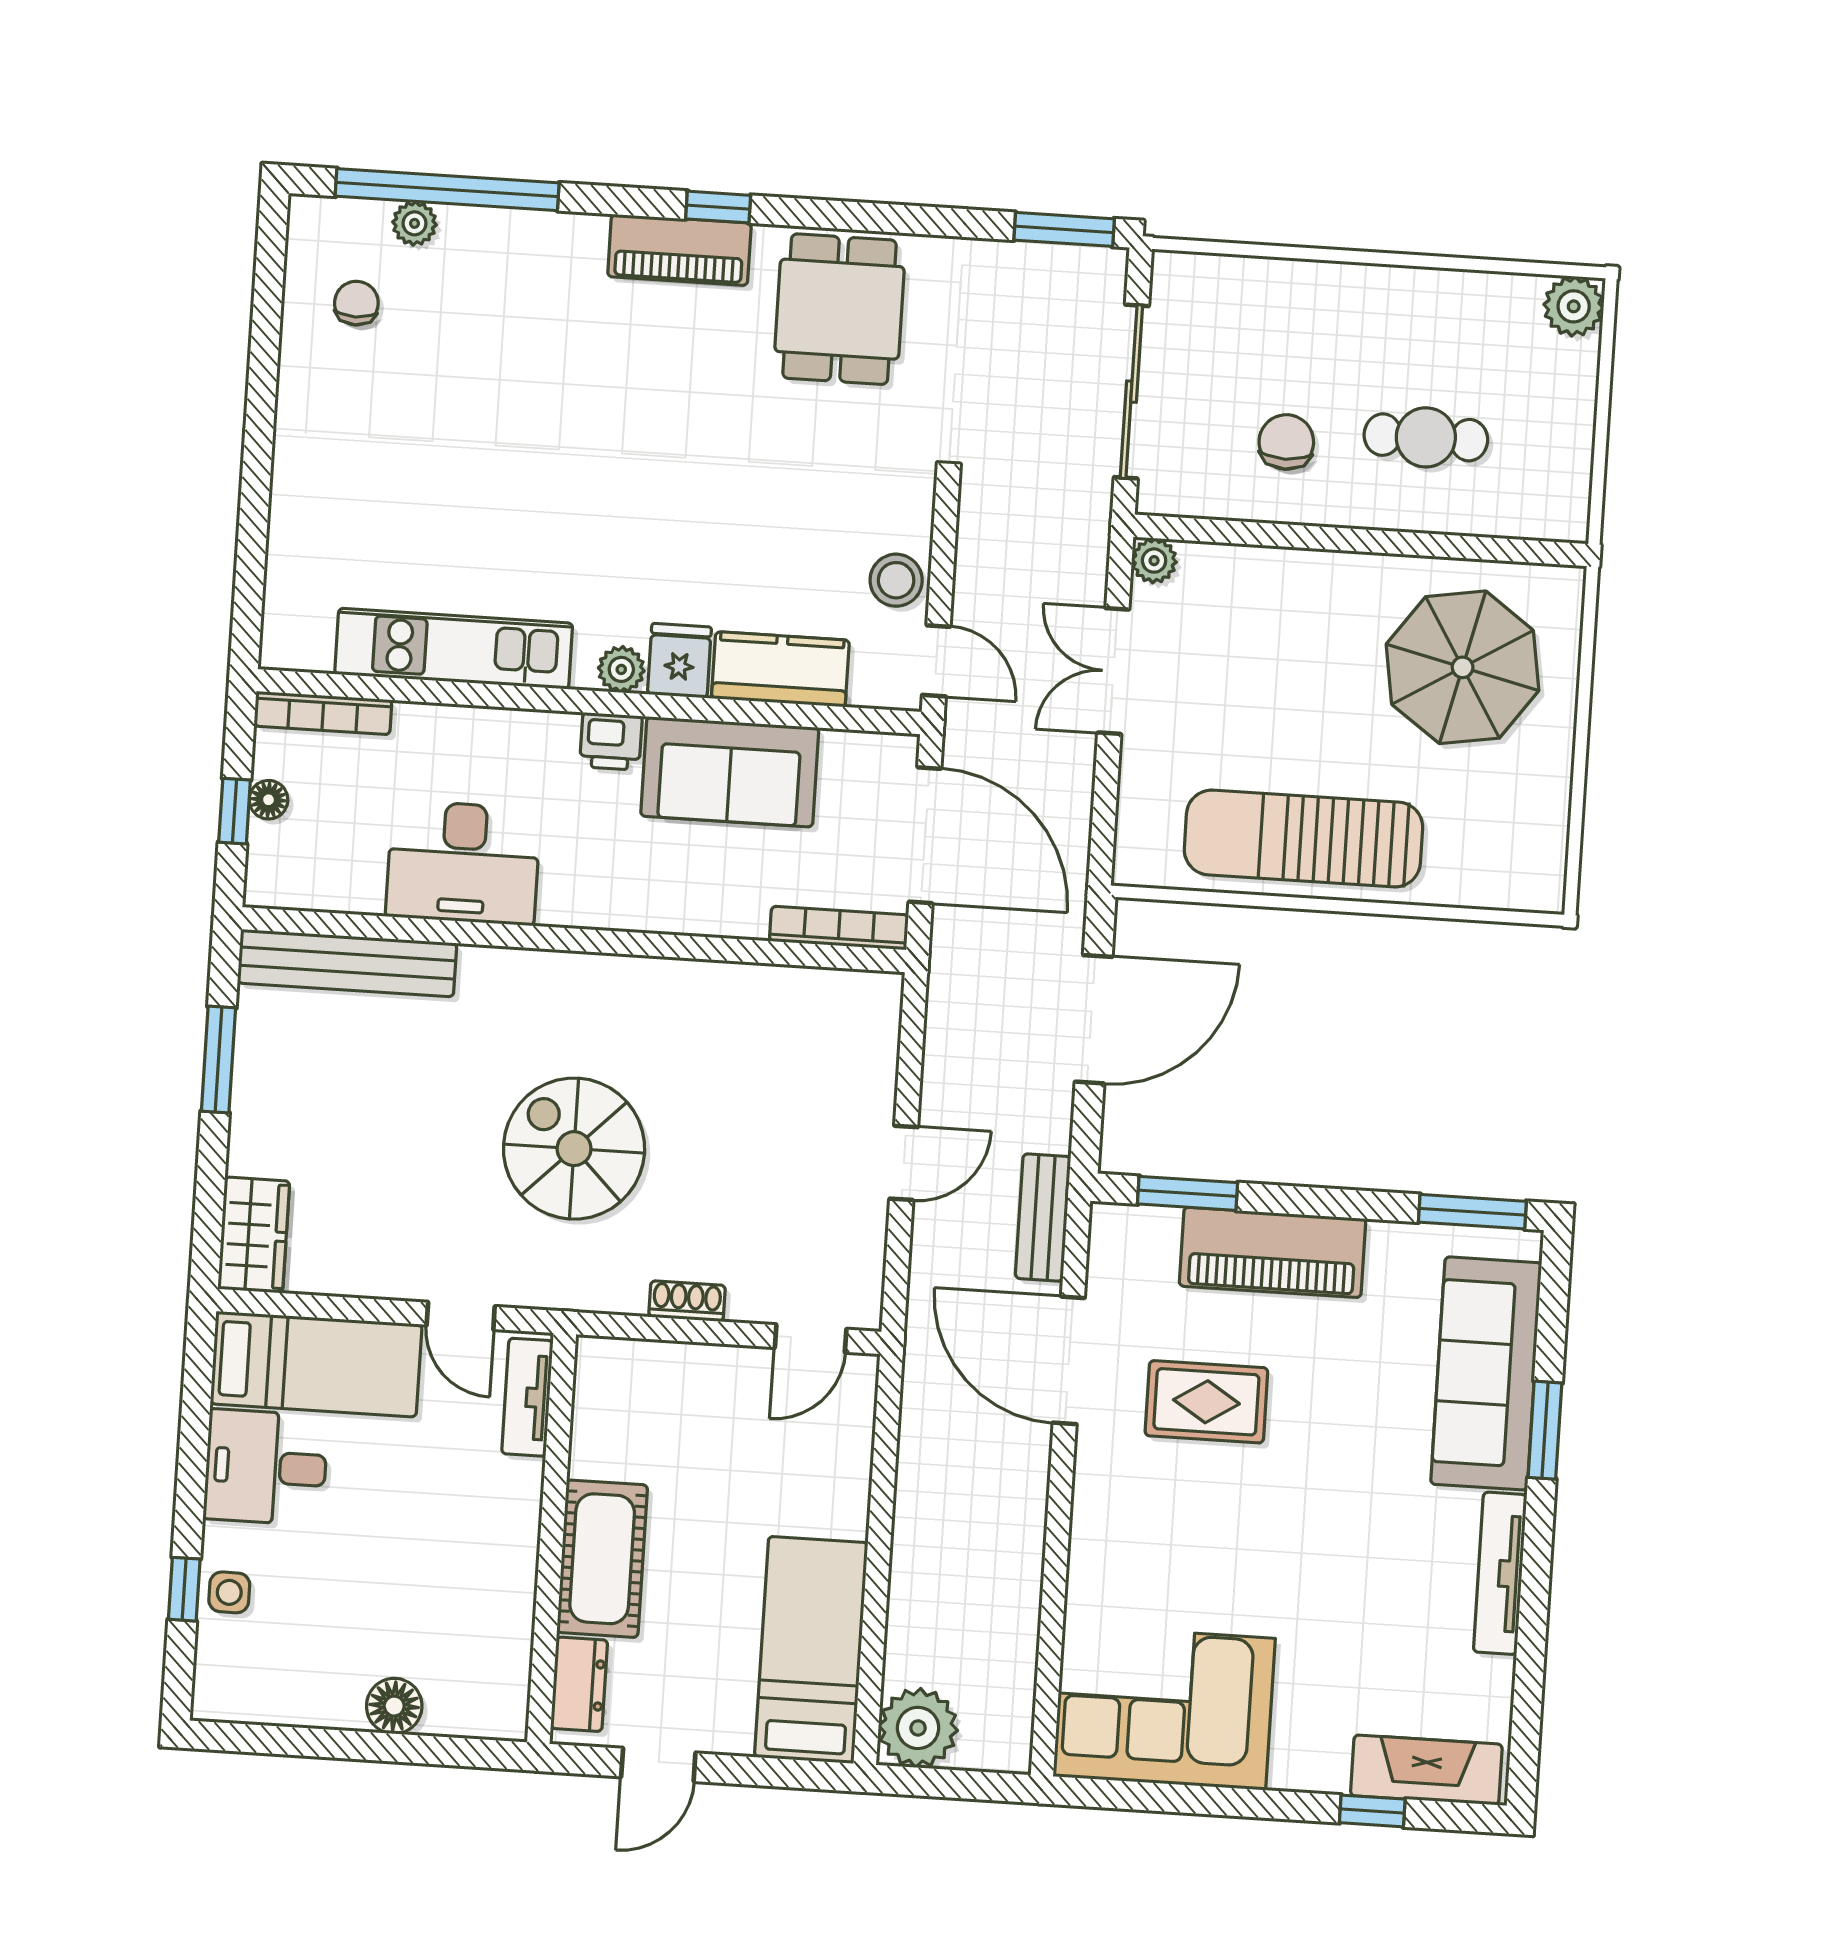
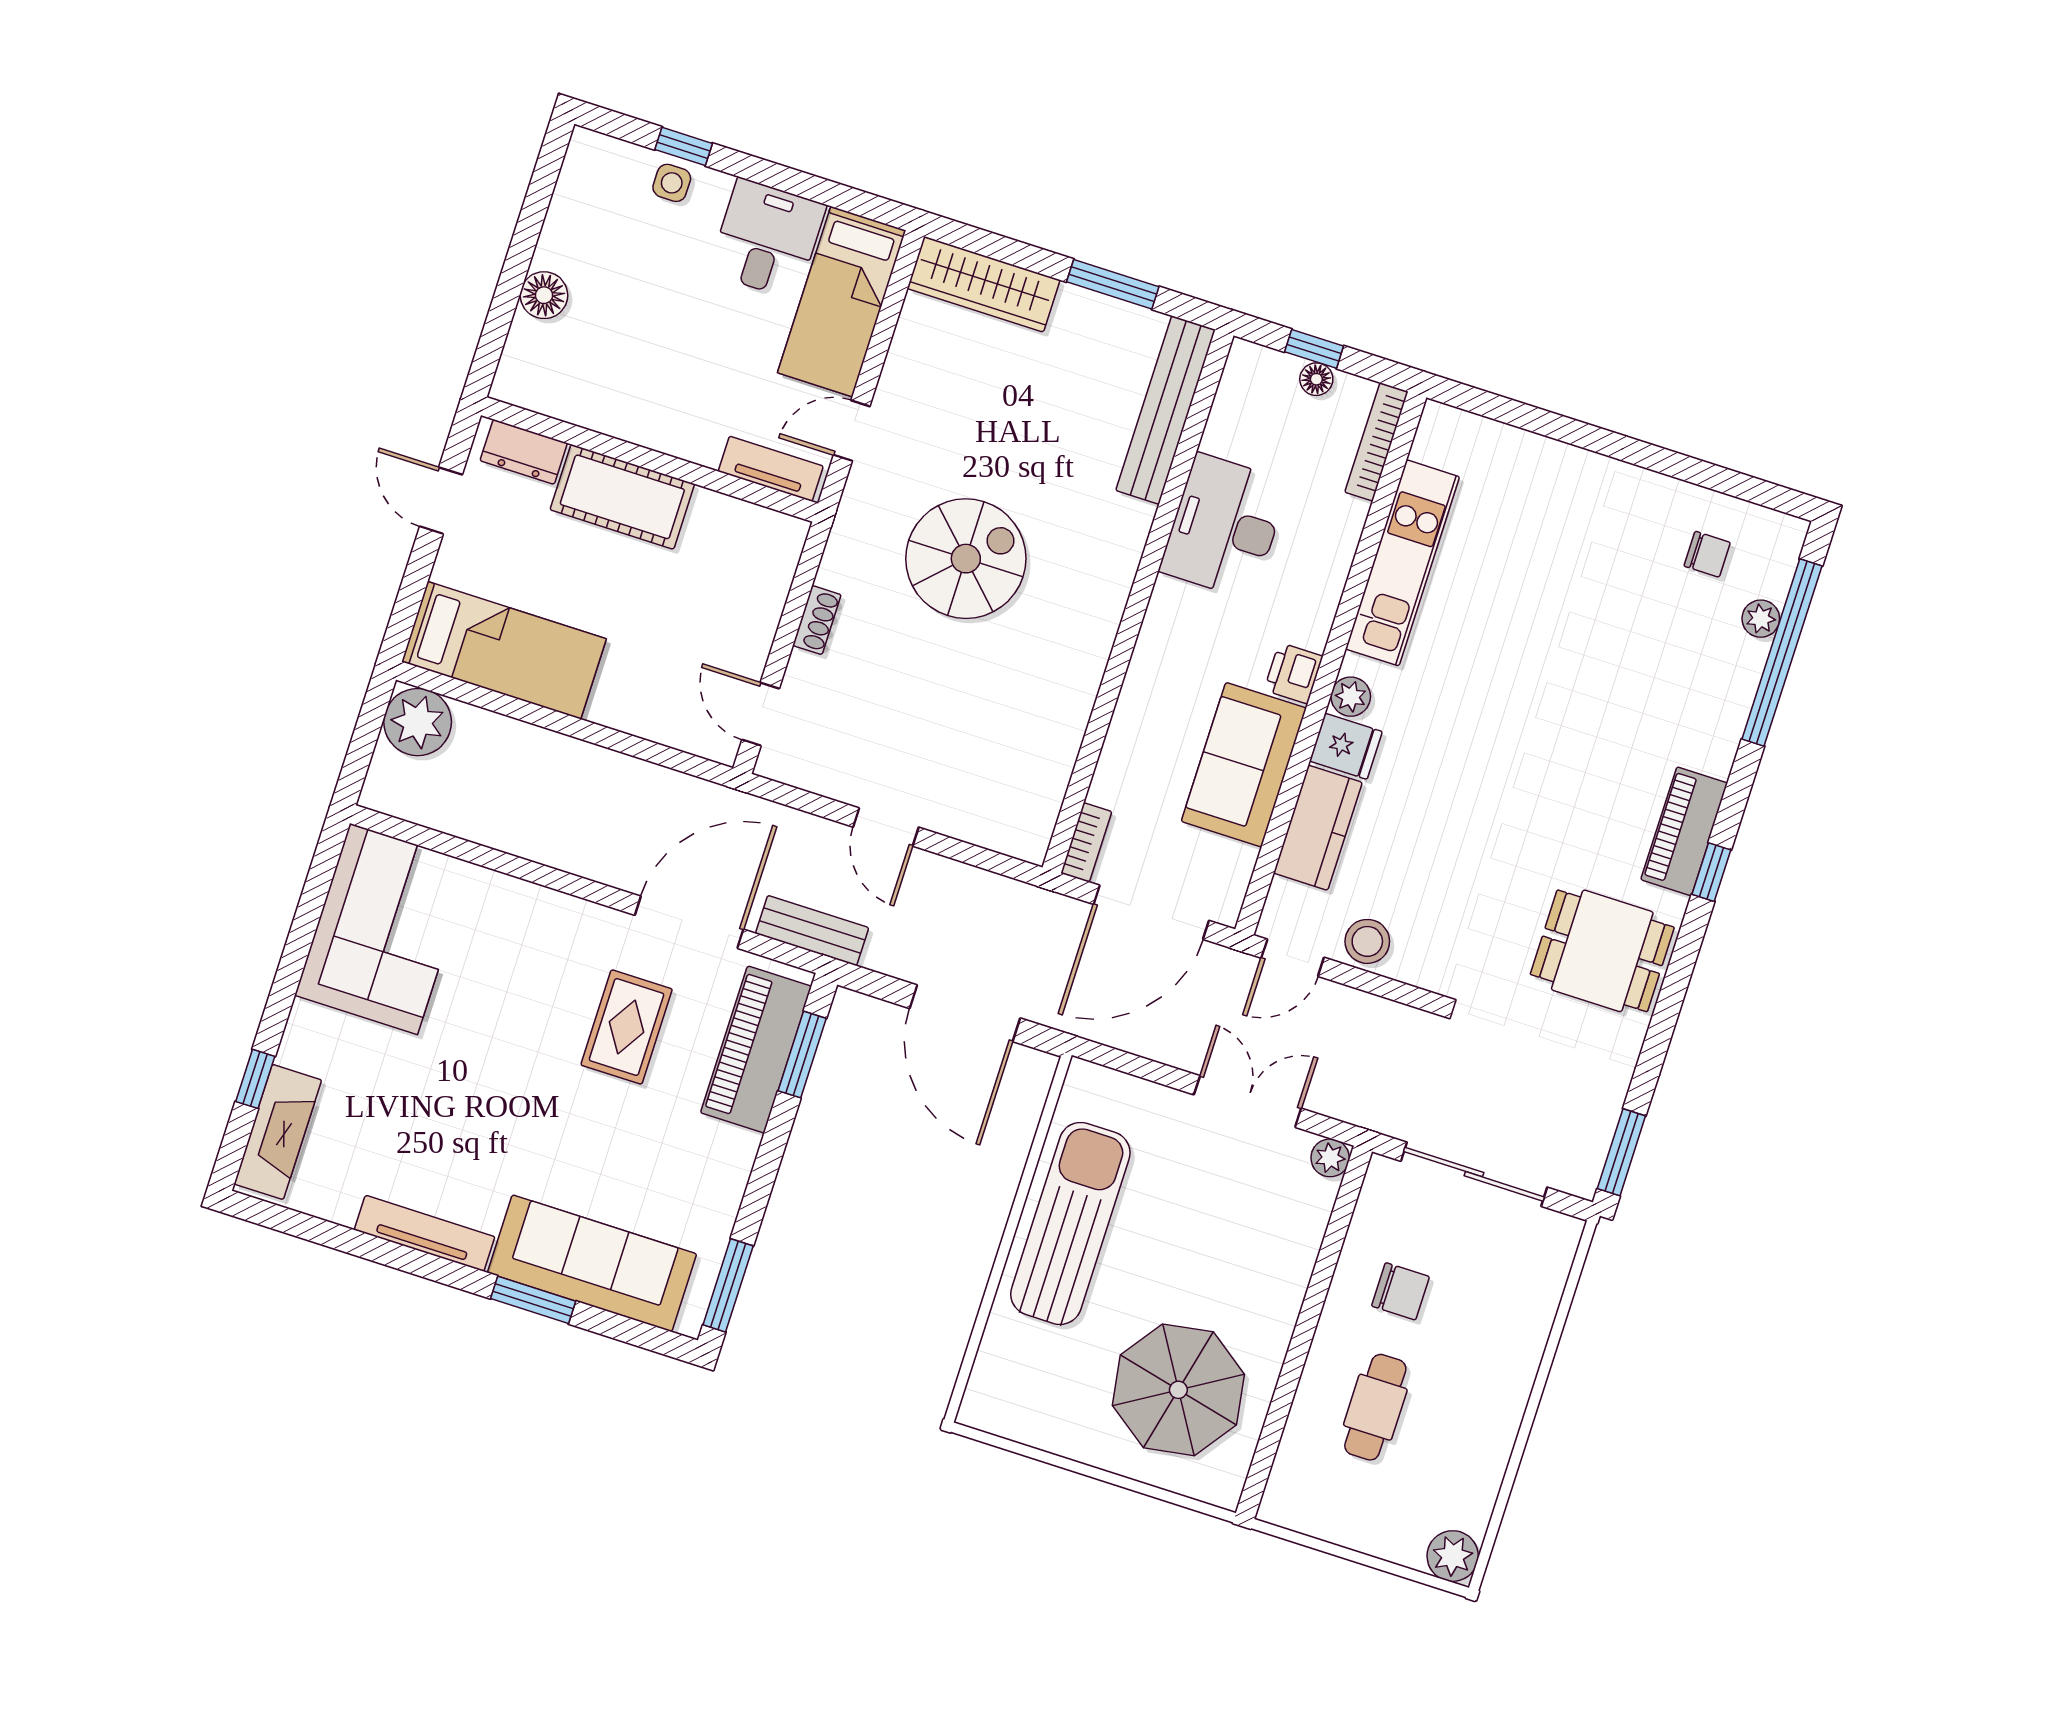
bookcase: (839, 928) -> (1086, 842), width x0.64
wardrobe: (254, 1235) -> (984, 284), width x1.50
piano: (1273, 1252) -> (756, 1050), moved

